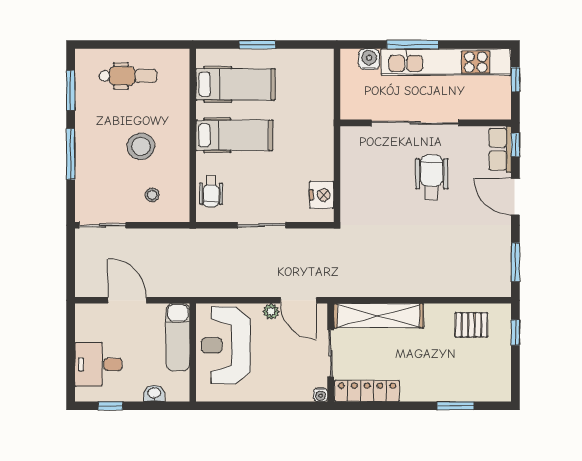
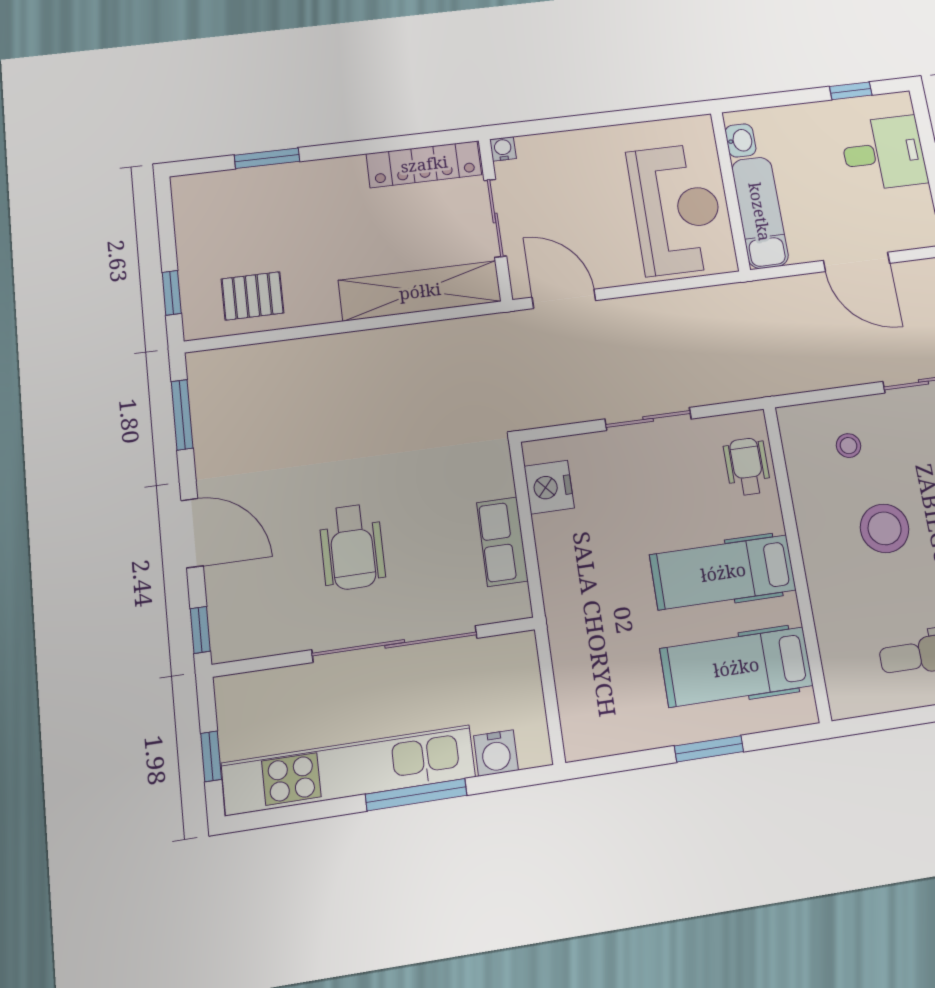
row of seats: (500, 149) -> (502, 542), moved, turned 180
plant: (271, 312) -> (608, 274), removed
washbasin: (154, 393) -> (741, 140), moved, turned -90

